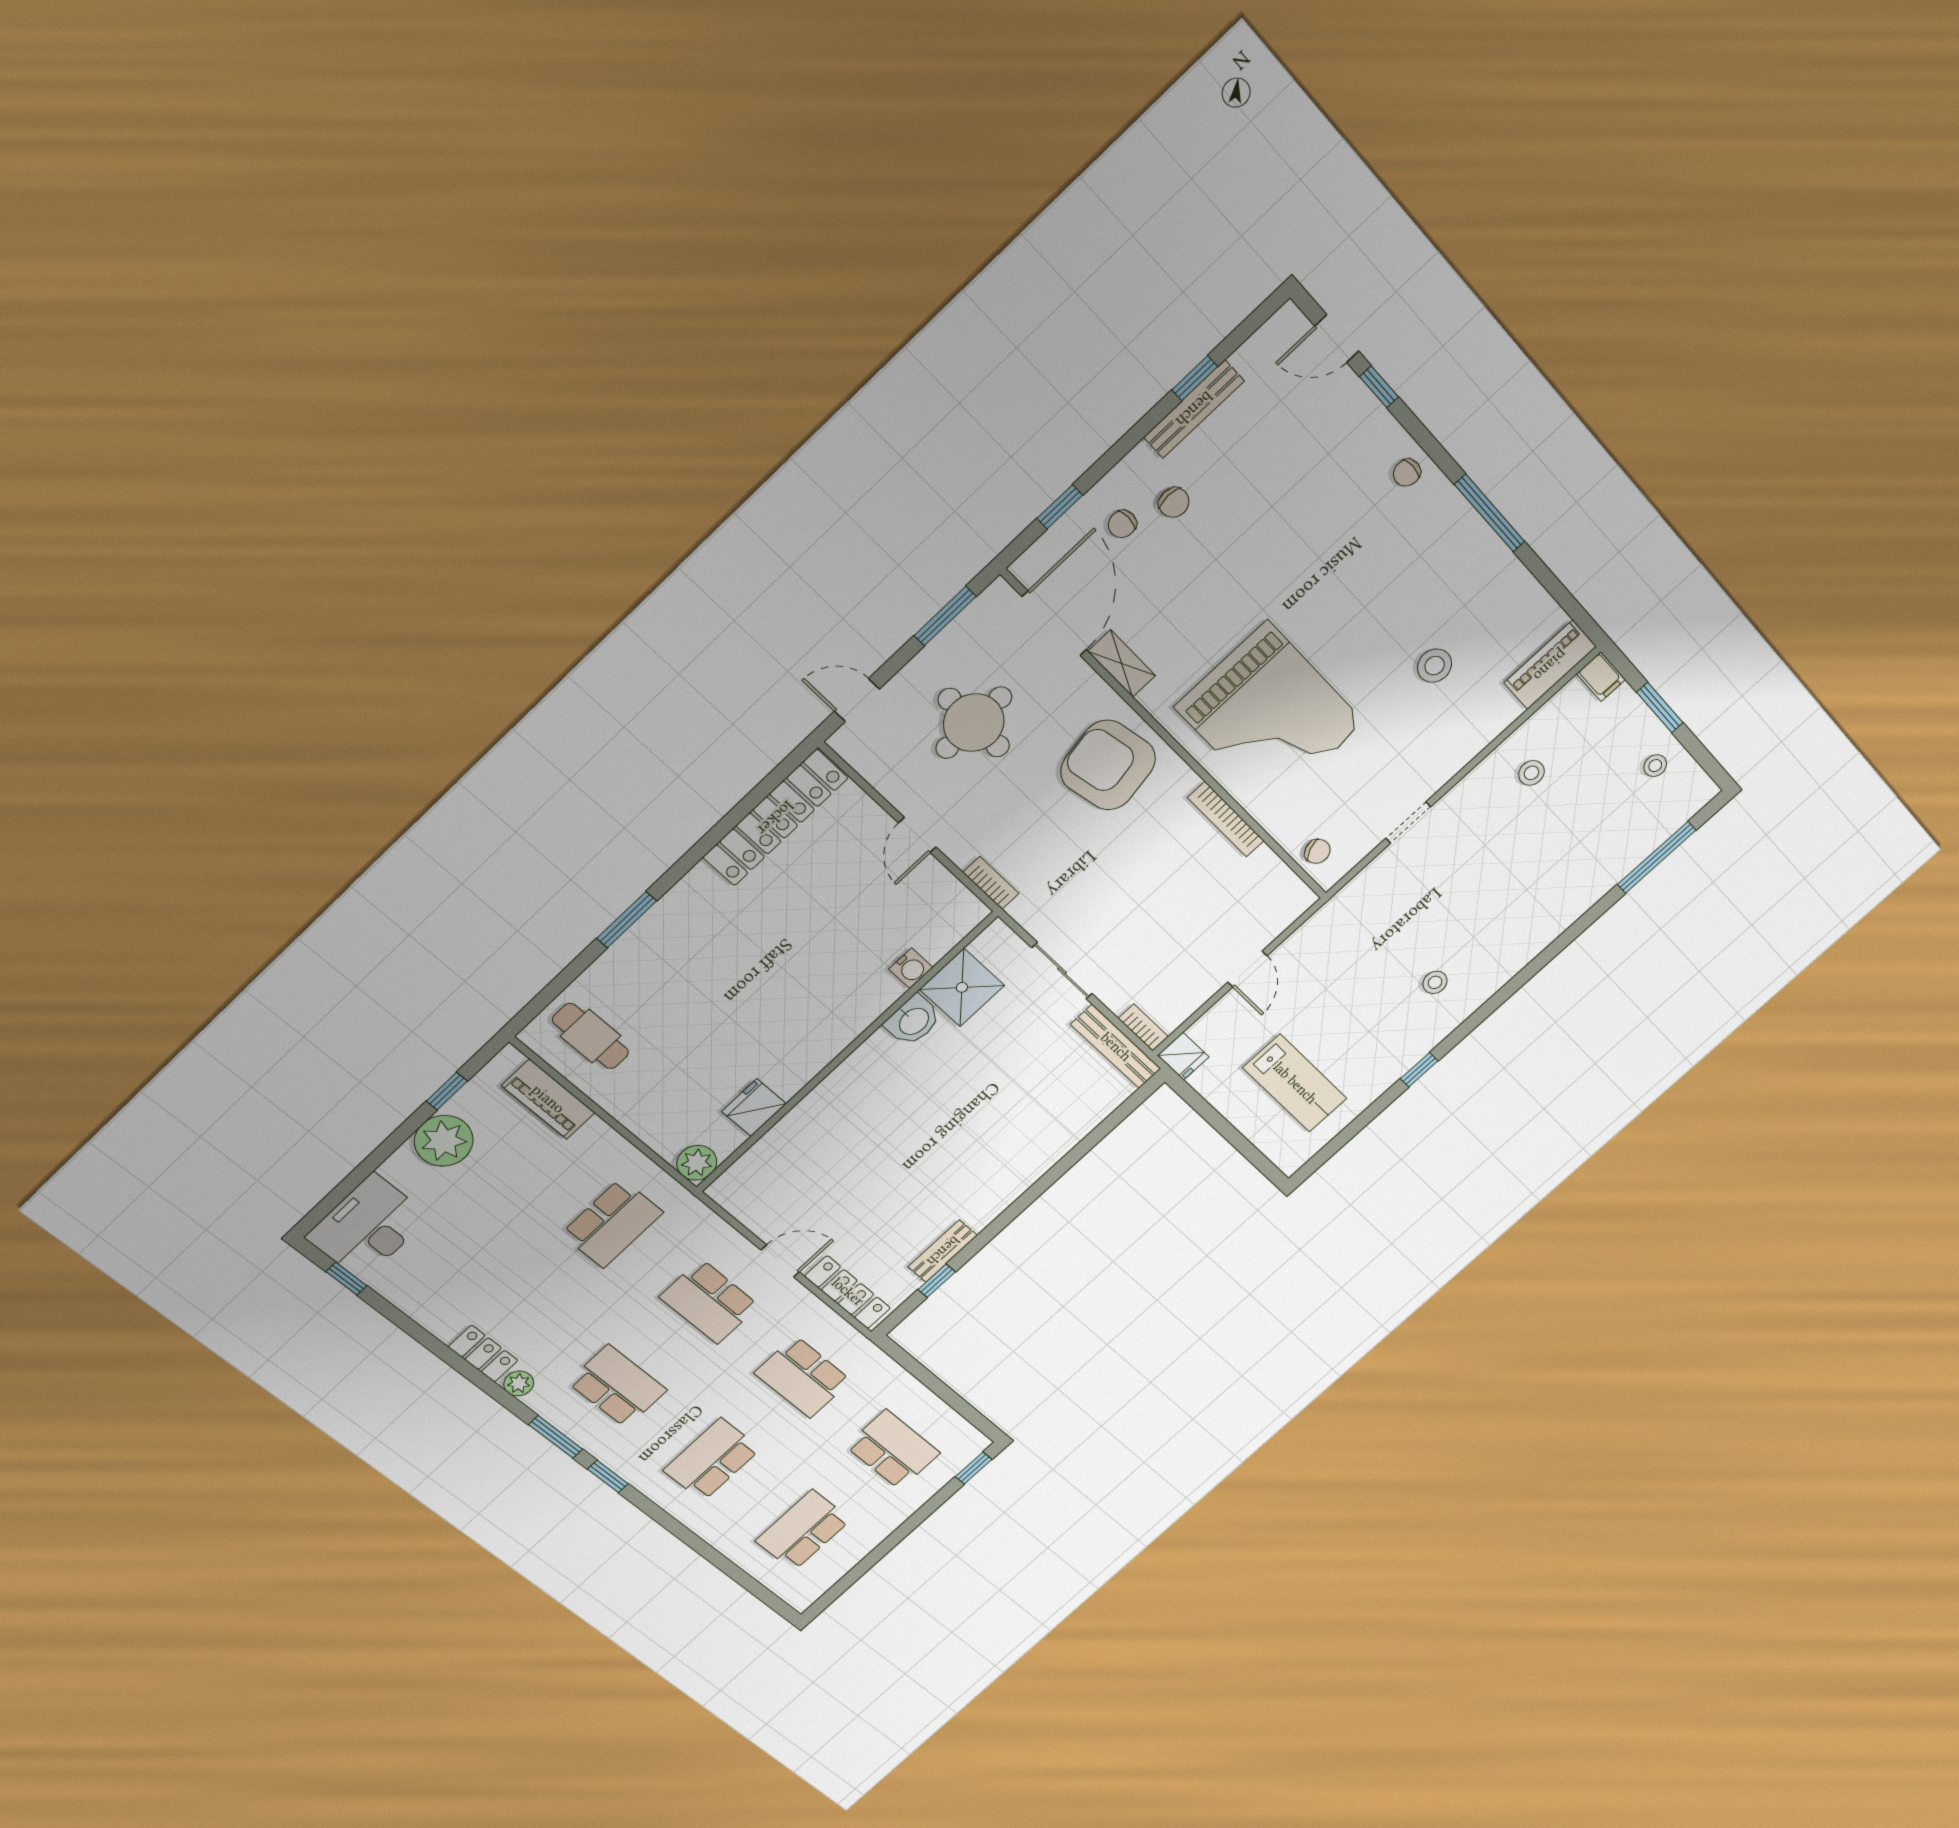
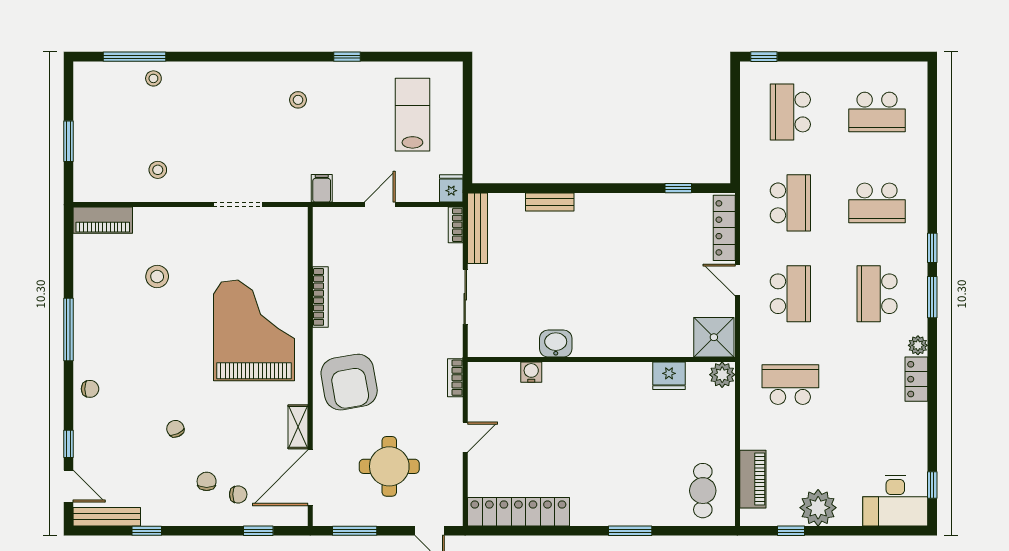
bench: (1194, 409) -> (107, 517), moved
filing cabinet: (1601, 677) -> (322, 188), moved
stool: (1655, 766) -> (153, 78), moved
doorway: (1408, 823) -> (238, 205), width x1.38
chair: (1317, 851) -> (175, 429), moved
shower: (962, 987) -> (714, 337), moved
bench: (943, 1251) -> (550, 202), moved

